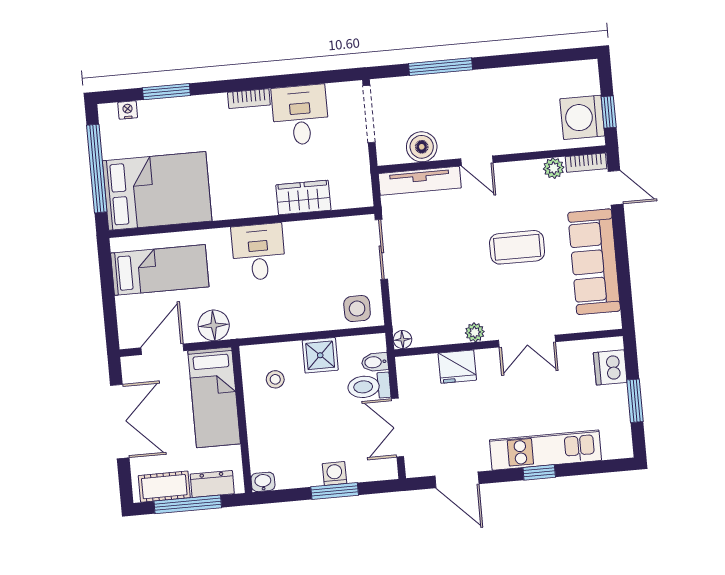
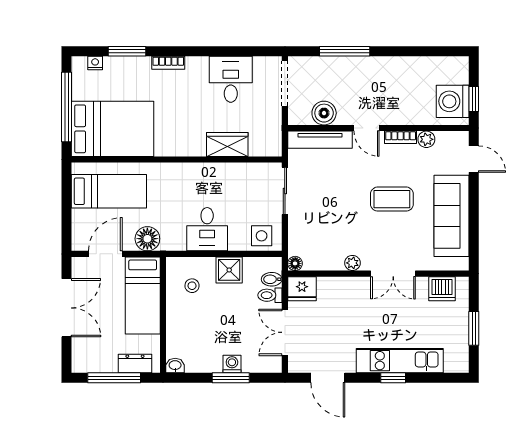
bookcase: (249, 99) -> (168, 63), moved
bookcase: (586, 163) -> (401, 137), moved
desk: (258, 252) -> (207, 229), moved, turned 180
fridge: (457, 367) -> (302, 289), moved
dishwasher: (610, 367) -> (442, 289), moved, turned -90
toilet: (369, 386) -> (270, 295), width x0.73, depth x0.72
cot: (164, 487) -> (97, 362), removed

